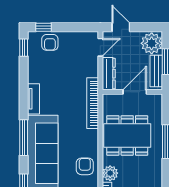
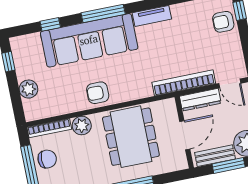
door: (135, 92) -> (185, 135), hinge flipped
bookcase: (93, 103) -> (184, 83), moved
armchair: (85, 166) -> (98, 93), moved, turned 180

